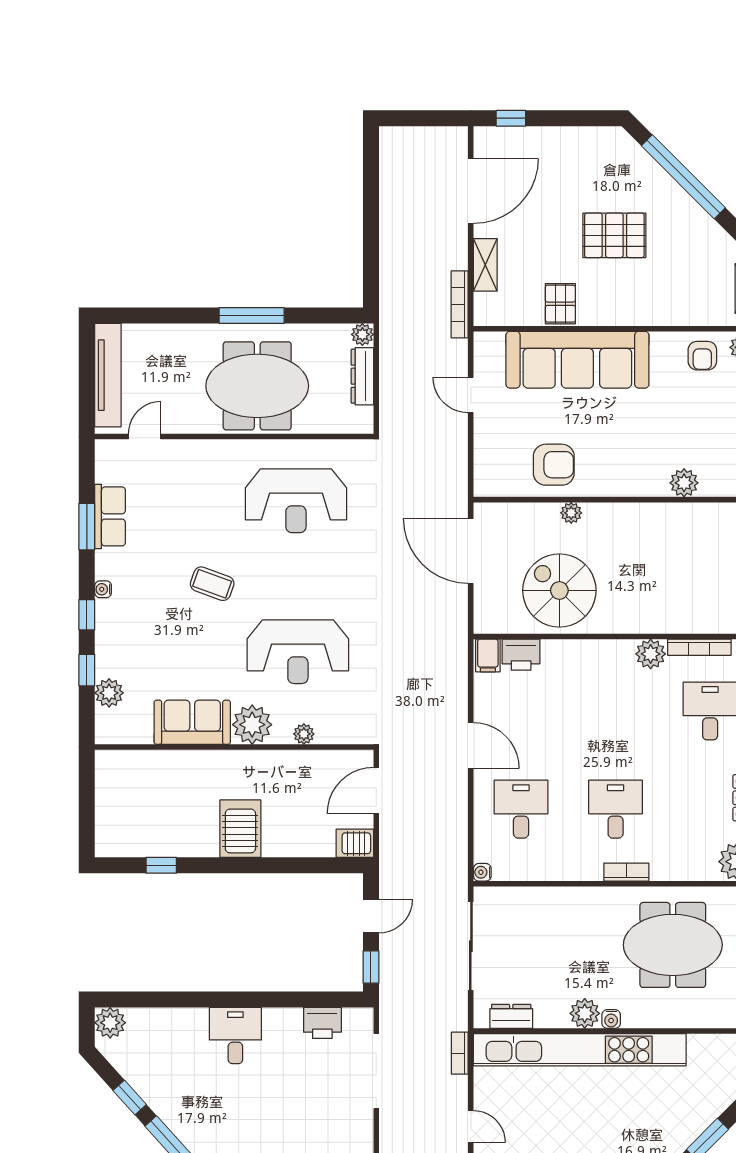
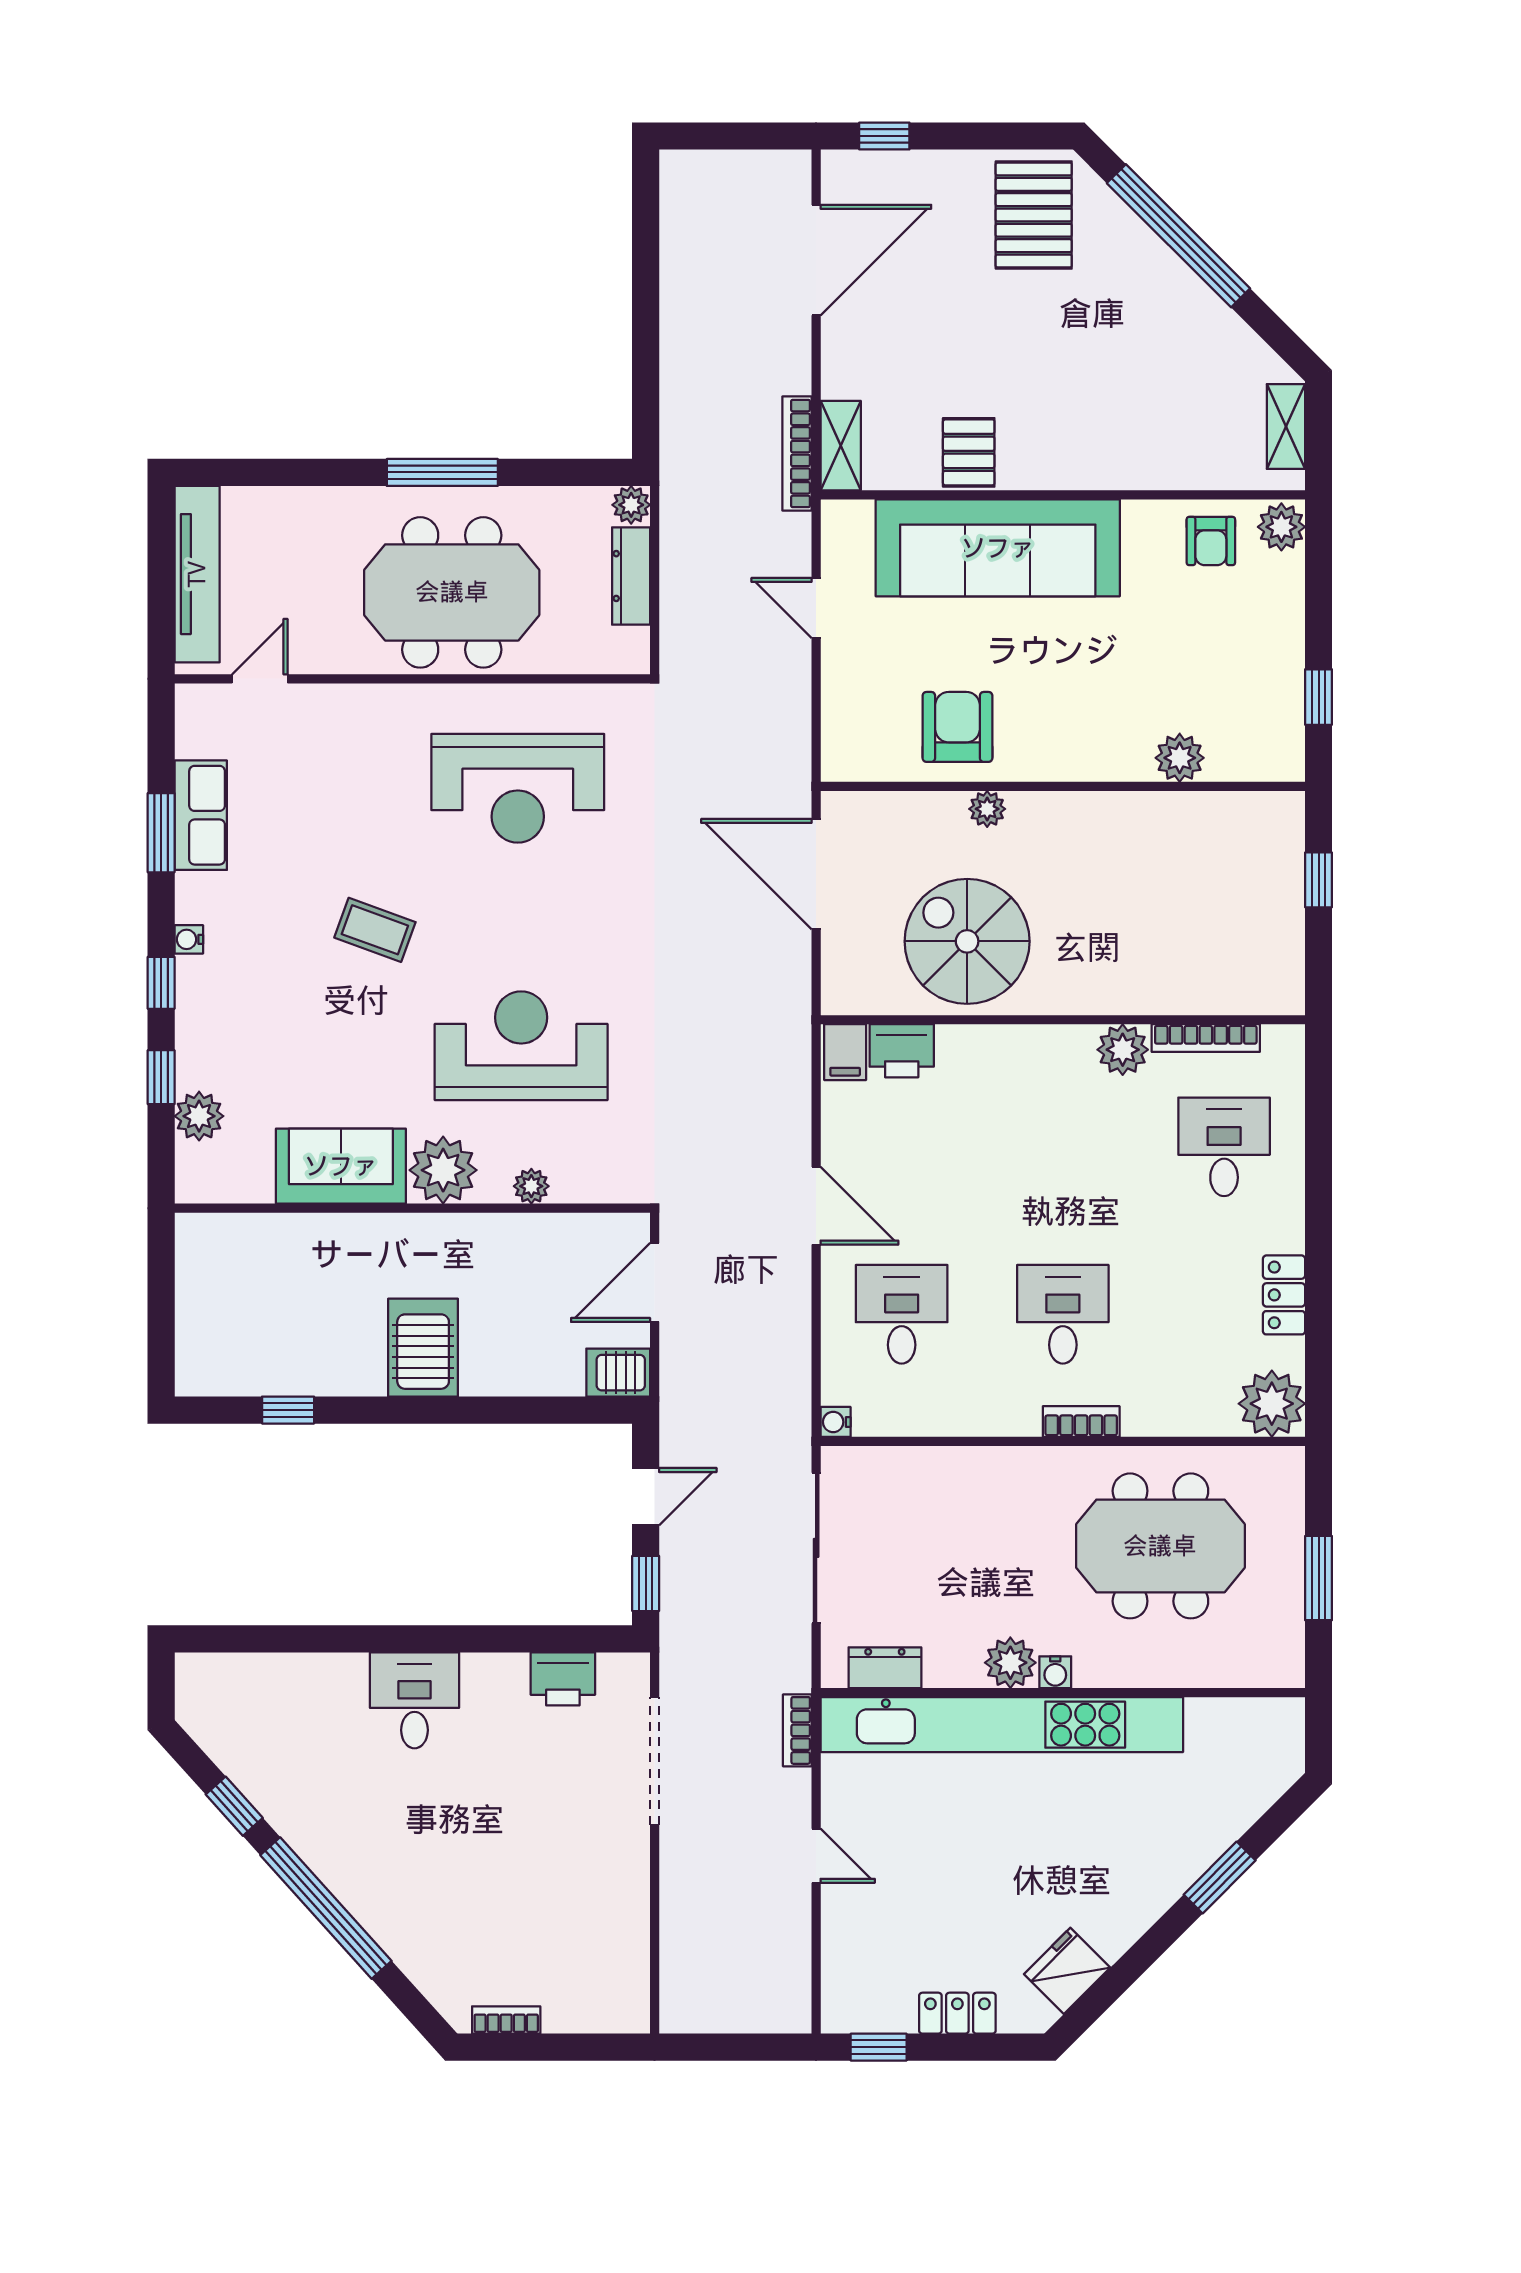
pallet: (614, 235) -> (1034, 215), moved, turned 90
shelving: (485, 265) -> (841, 446), moved
armchair: (554, 465) -> (957, 727), turned -90
reception desk: (298, 652) -> (521, 1046), turned 180
plant: (110, 1023) -> (201, 1679), removed

